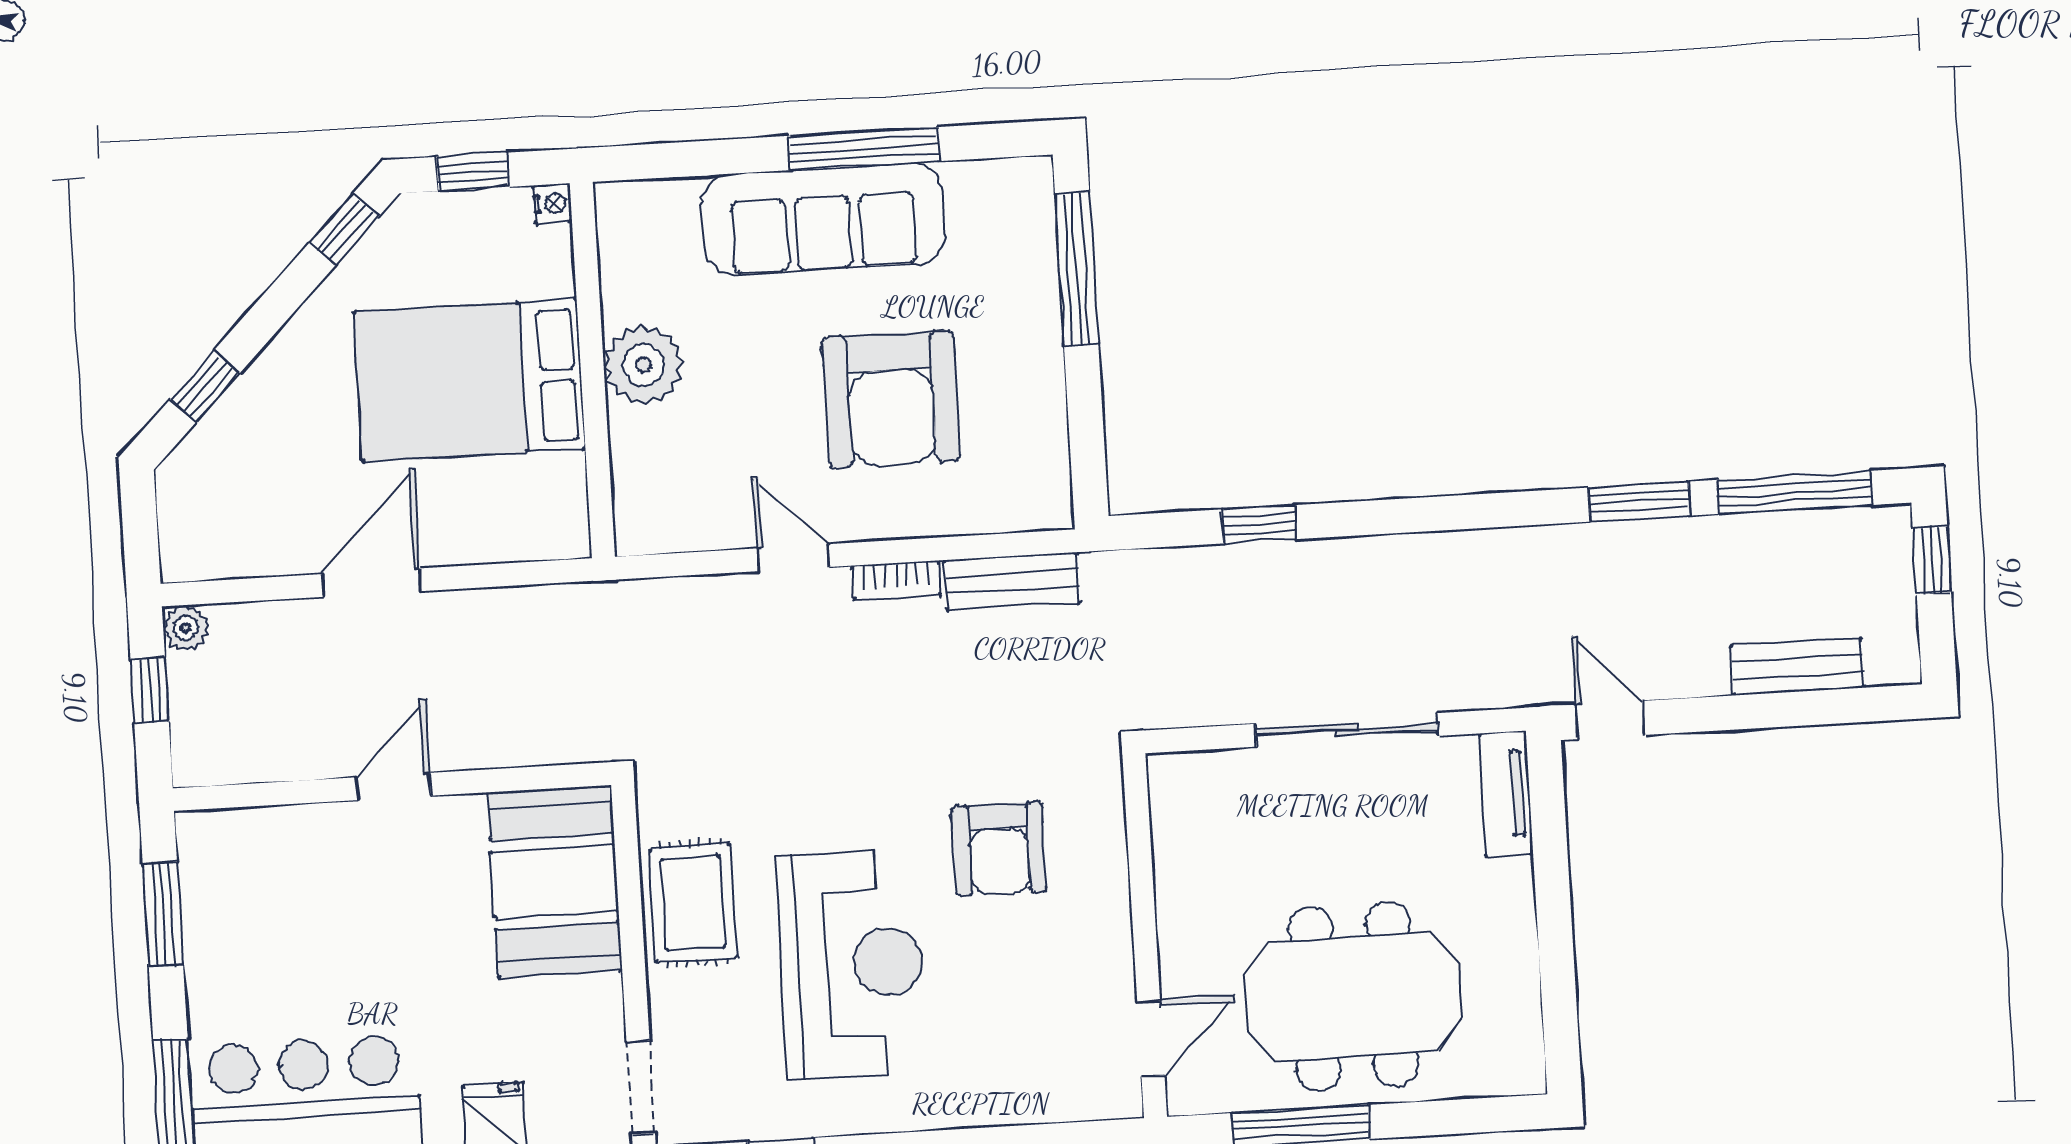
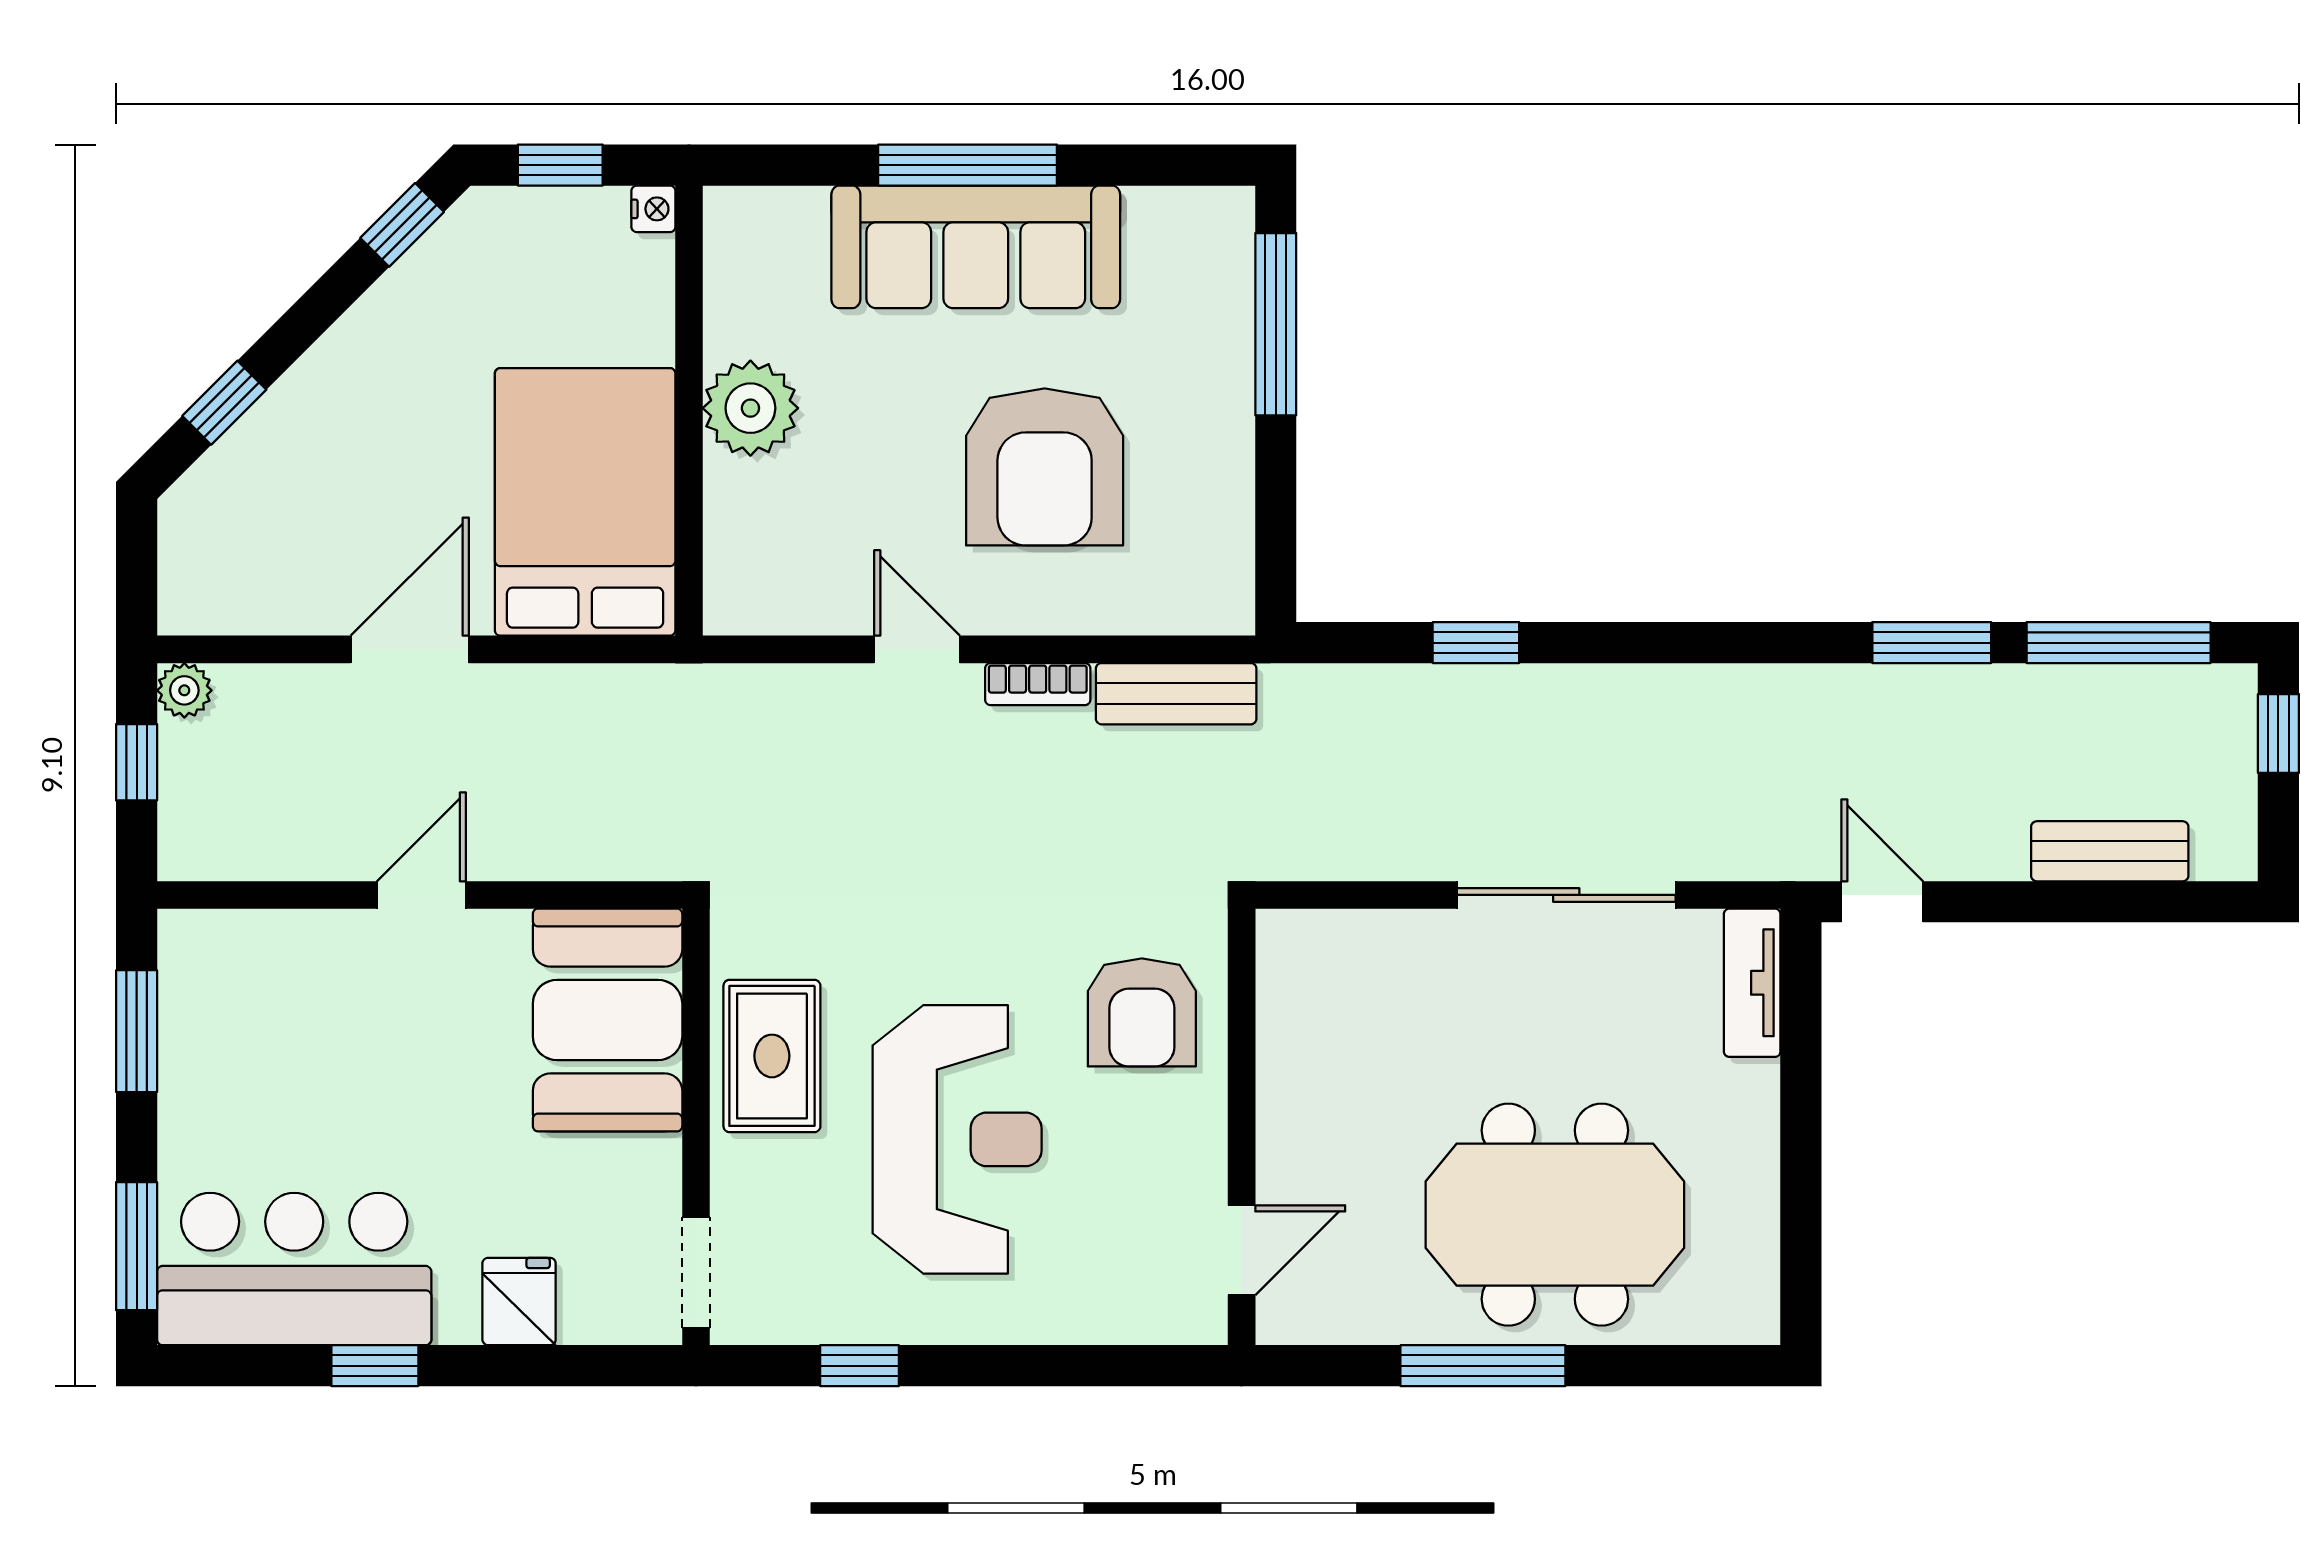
window: (864, 149) -> (968, 165), moved
bed: (470, 380) -> (585, 502), moved, turned 90
wall: (1145, 936) -> (1242, 1127), moved
door: (1151, 1039) -> (1242, 1250), moved

